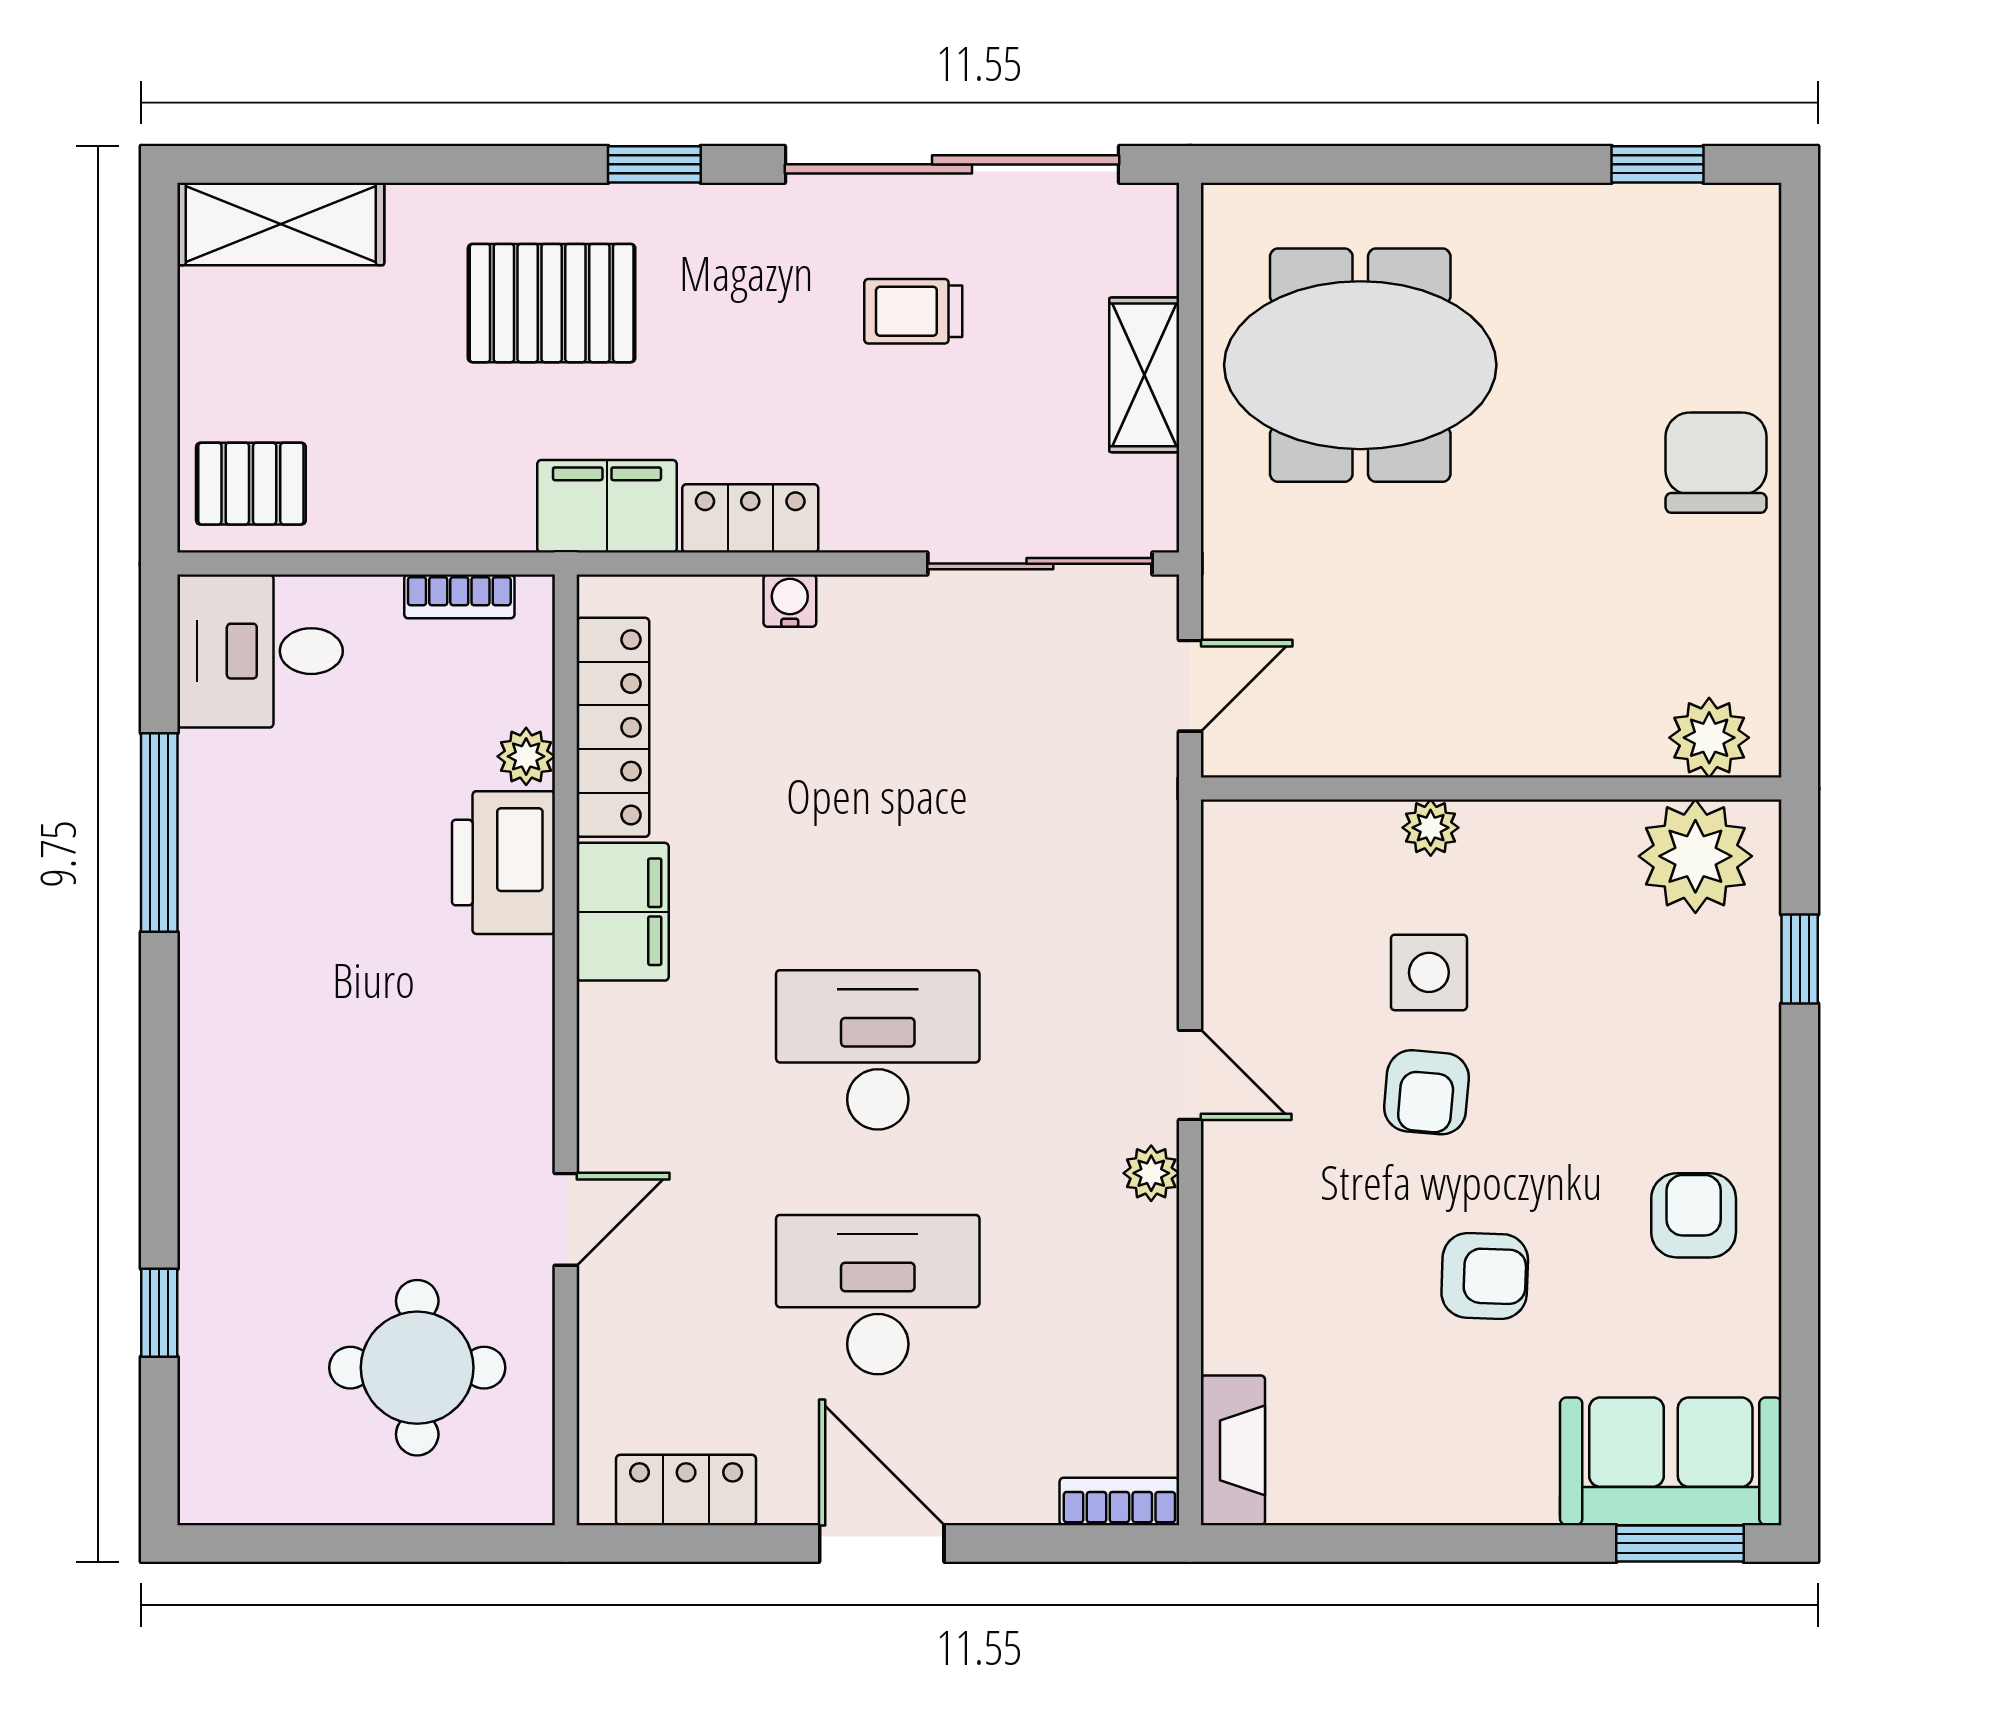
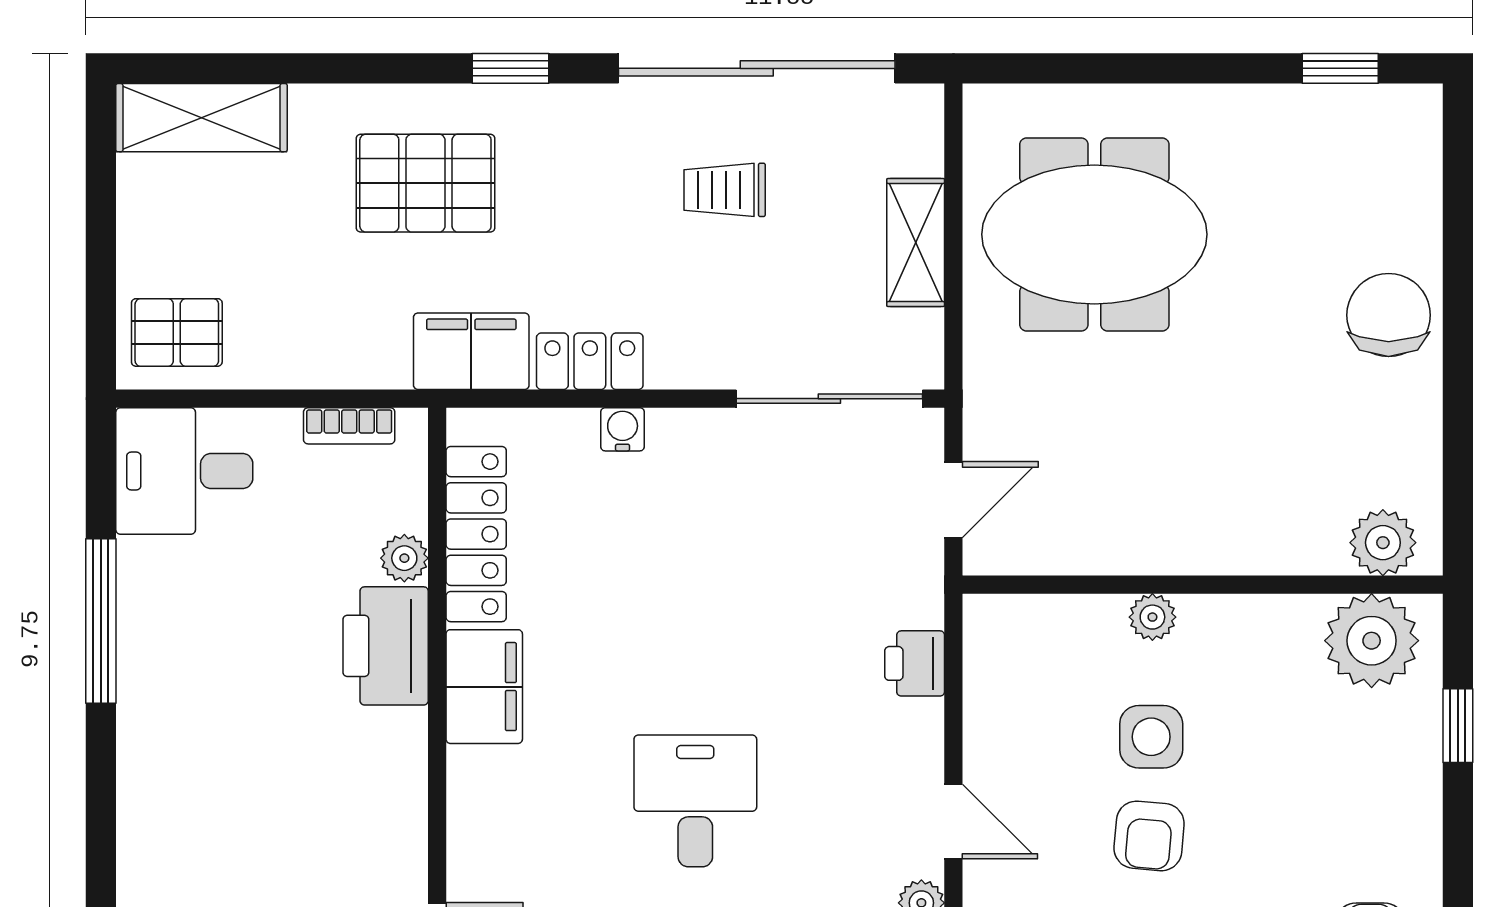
printer: (1143, 884) -> (915, 663), added
desk: (878, 1050) -> (695, 801), width x0.73

